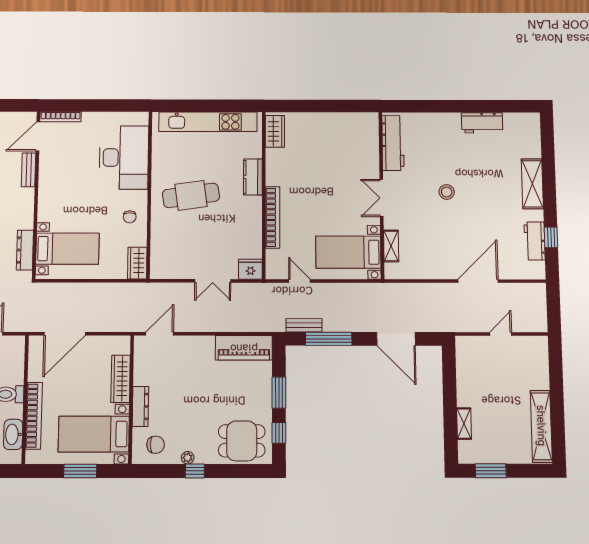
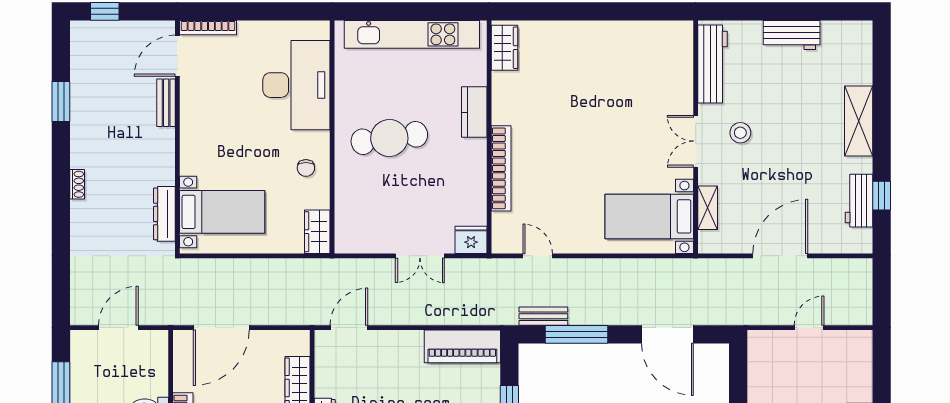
workbench: (393, 143) -> (712, 64), moved
wall: (381, 195) -> (696, 137), moved
double door: (382, 198) -> (696, 141), moved
shelving: (391, 246) -> (708, 208), moved
bed with nightstands: (348, 252) -> (649, 216), moved

